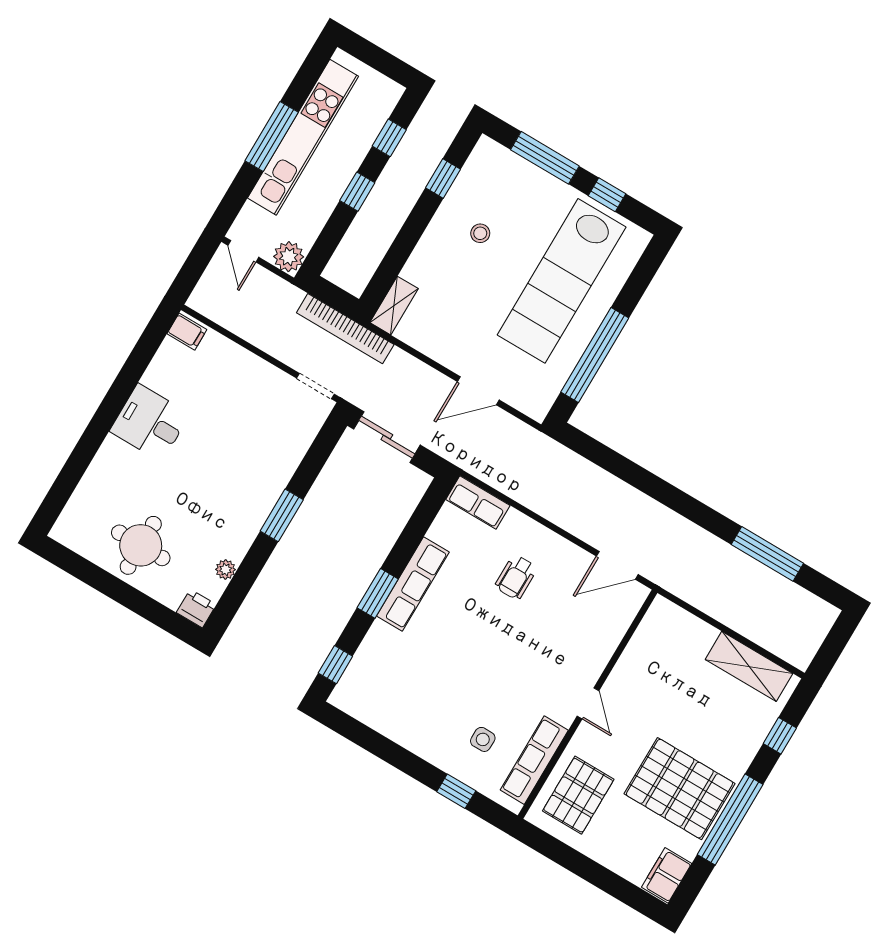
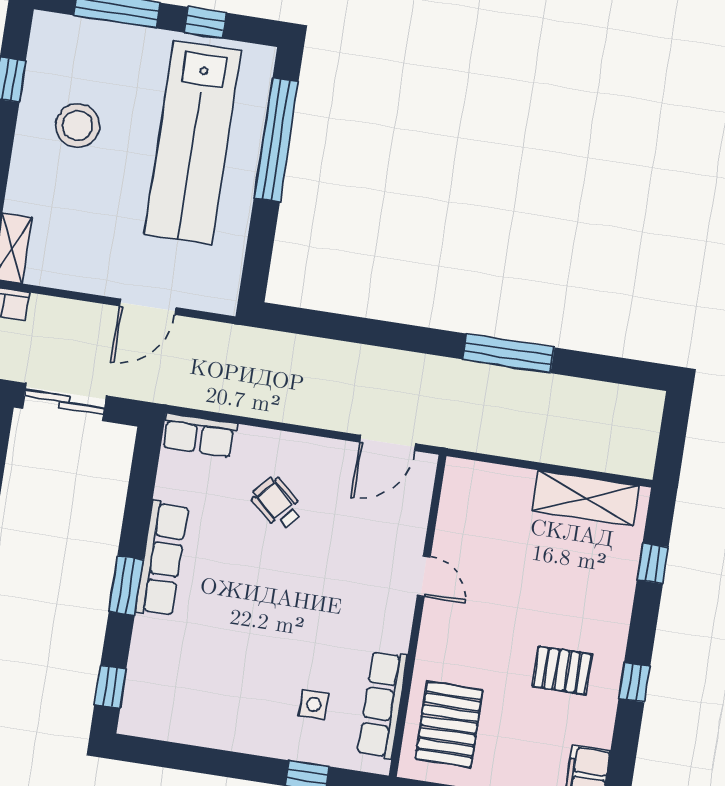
stool: (480, 233) -> (78, 125), width x1.89, depth x1.89
window: (595, 355) -> (276, 140), moved
window: (767, 554) -> (508, 353), moved
wheelchair: (516, 577) -> (277, 503), turned 132
door: (588, 703) -> (424, 576), moved
pallet: (680, 789) -> (562, 670), width x0.49, depth x0.50
window: (730, 819) -> (634, 682), width x0.32

